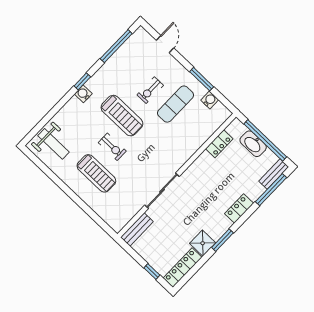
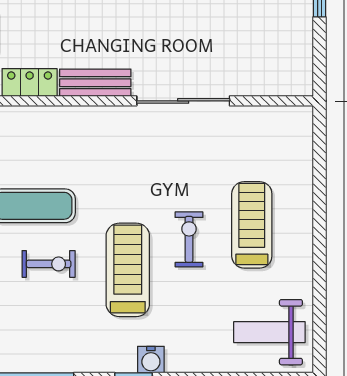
weight bench: (53, 144) -> (269, 332), turned -90
bench: (137, 229) -> (95, 83), moved

